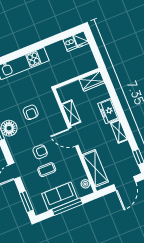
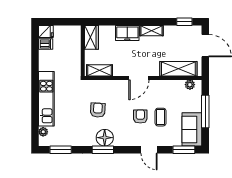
armchair: (31, 112) -> (98, 110), turned -87
shelving: (71, 113) -> (99, 70), moved
sofa: (60, 196) -> (192, 129), moved

